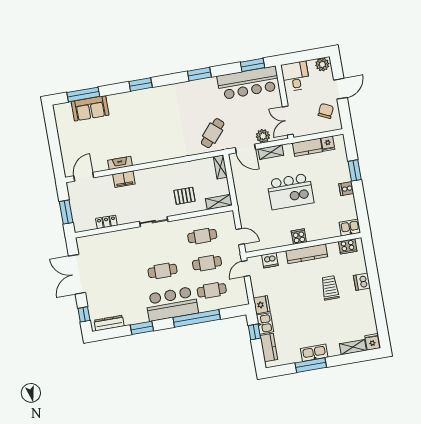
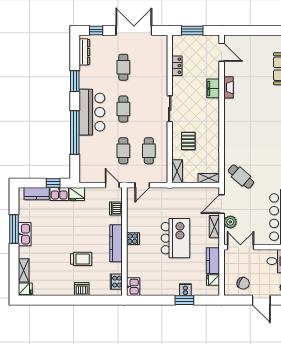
cooker: (346, 189) -> (185, 290), moved
kitchen island: (290, 191) -> (175, 238), turned 180
cafe table: (212, 290) -> (123, 67), moved

